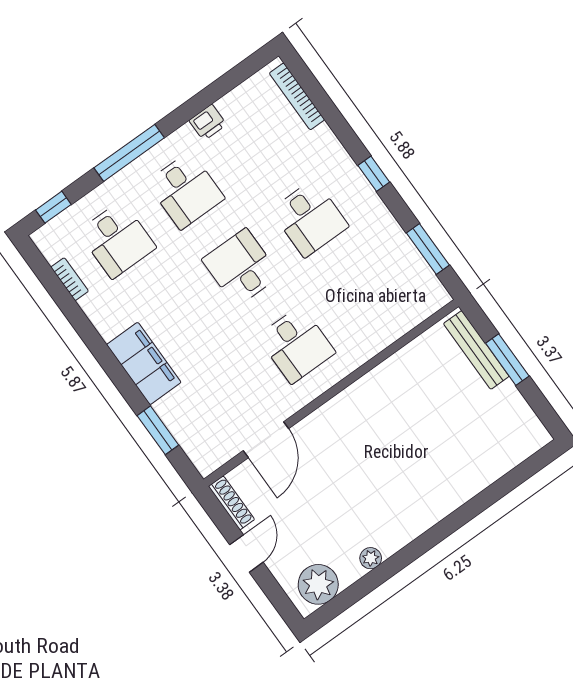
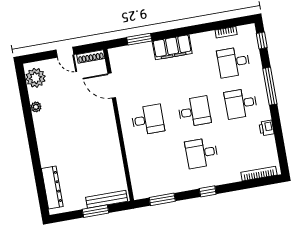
desk: (296, 345) -> (148, 120), turned 180
dresser: (502, 459) -> (52, 187), added

